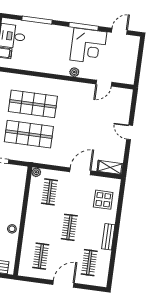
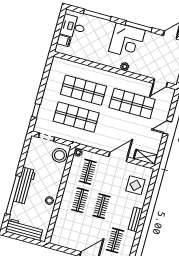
corner desk: (88, 46) -> (127, 41), moved
door: (104, 83) -> (160, 83), moved
shop shelf: (88, 111) -> (132, 103), added
door: (130, 132) -> (167, 128), hinge flipped
stool: (16, 178) -> (59, 155), added
clothes rail: (41, 256) -> (80, 200), moved

